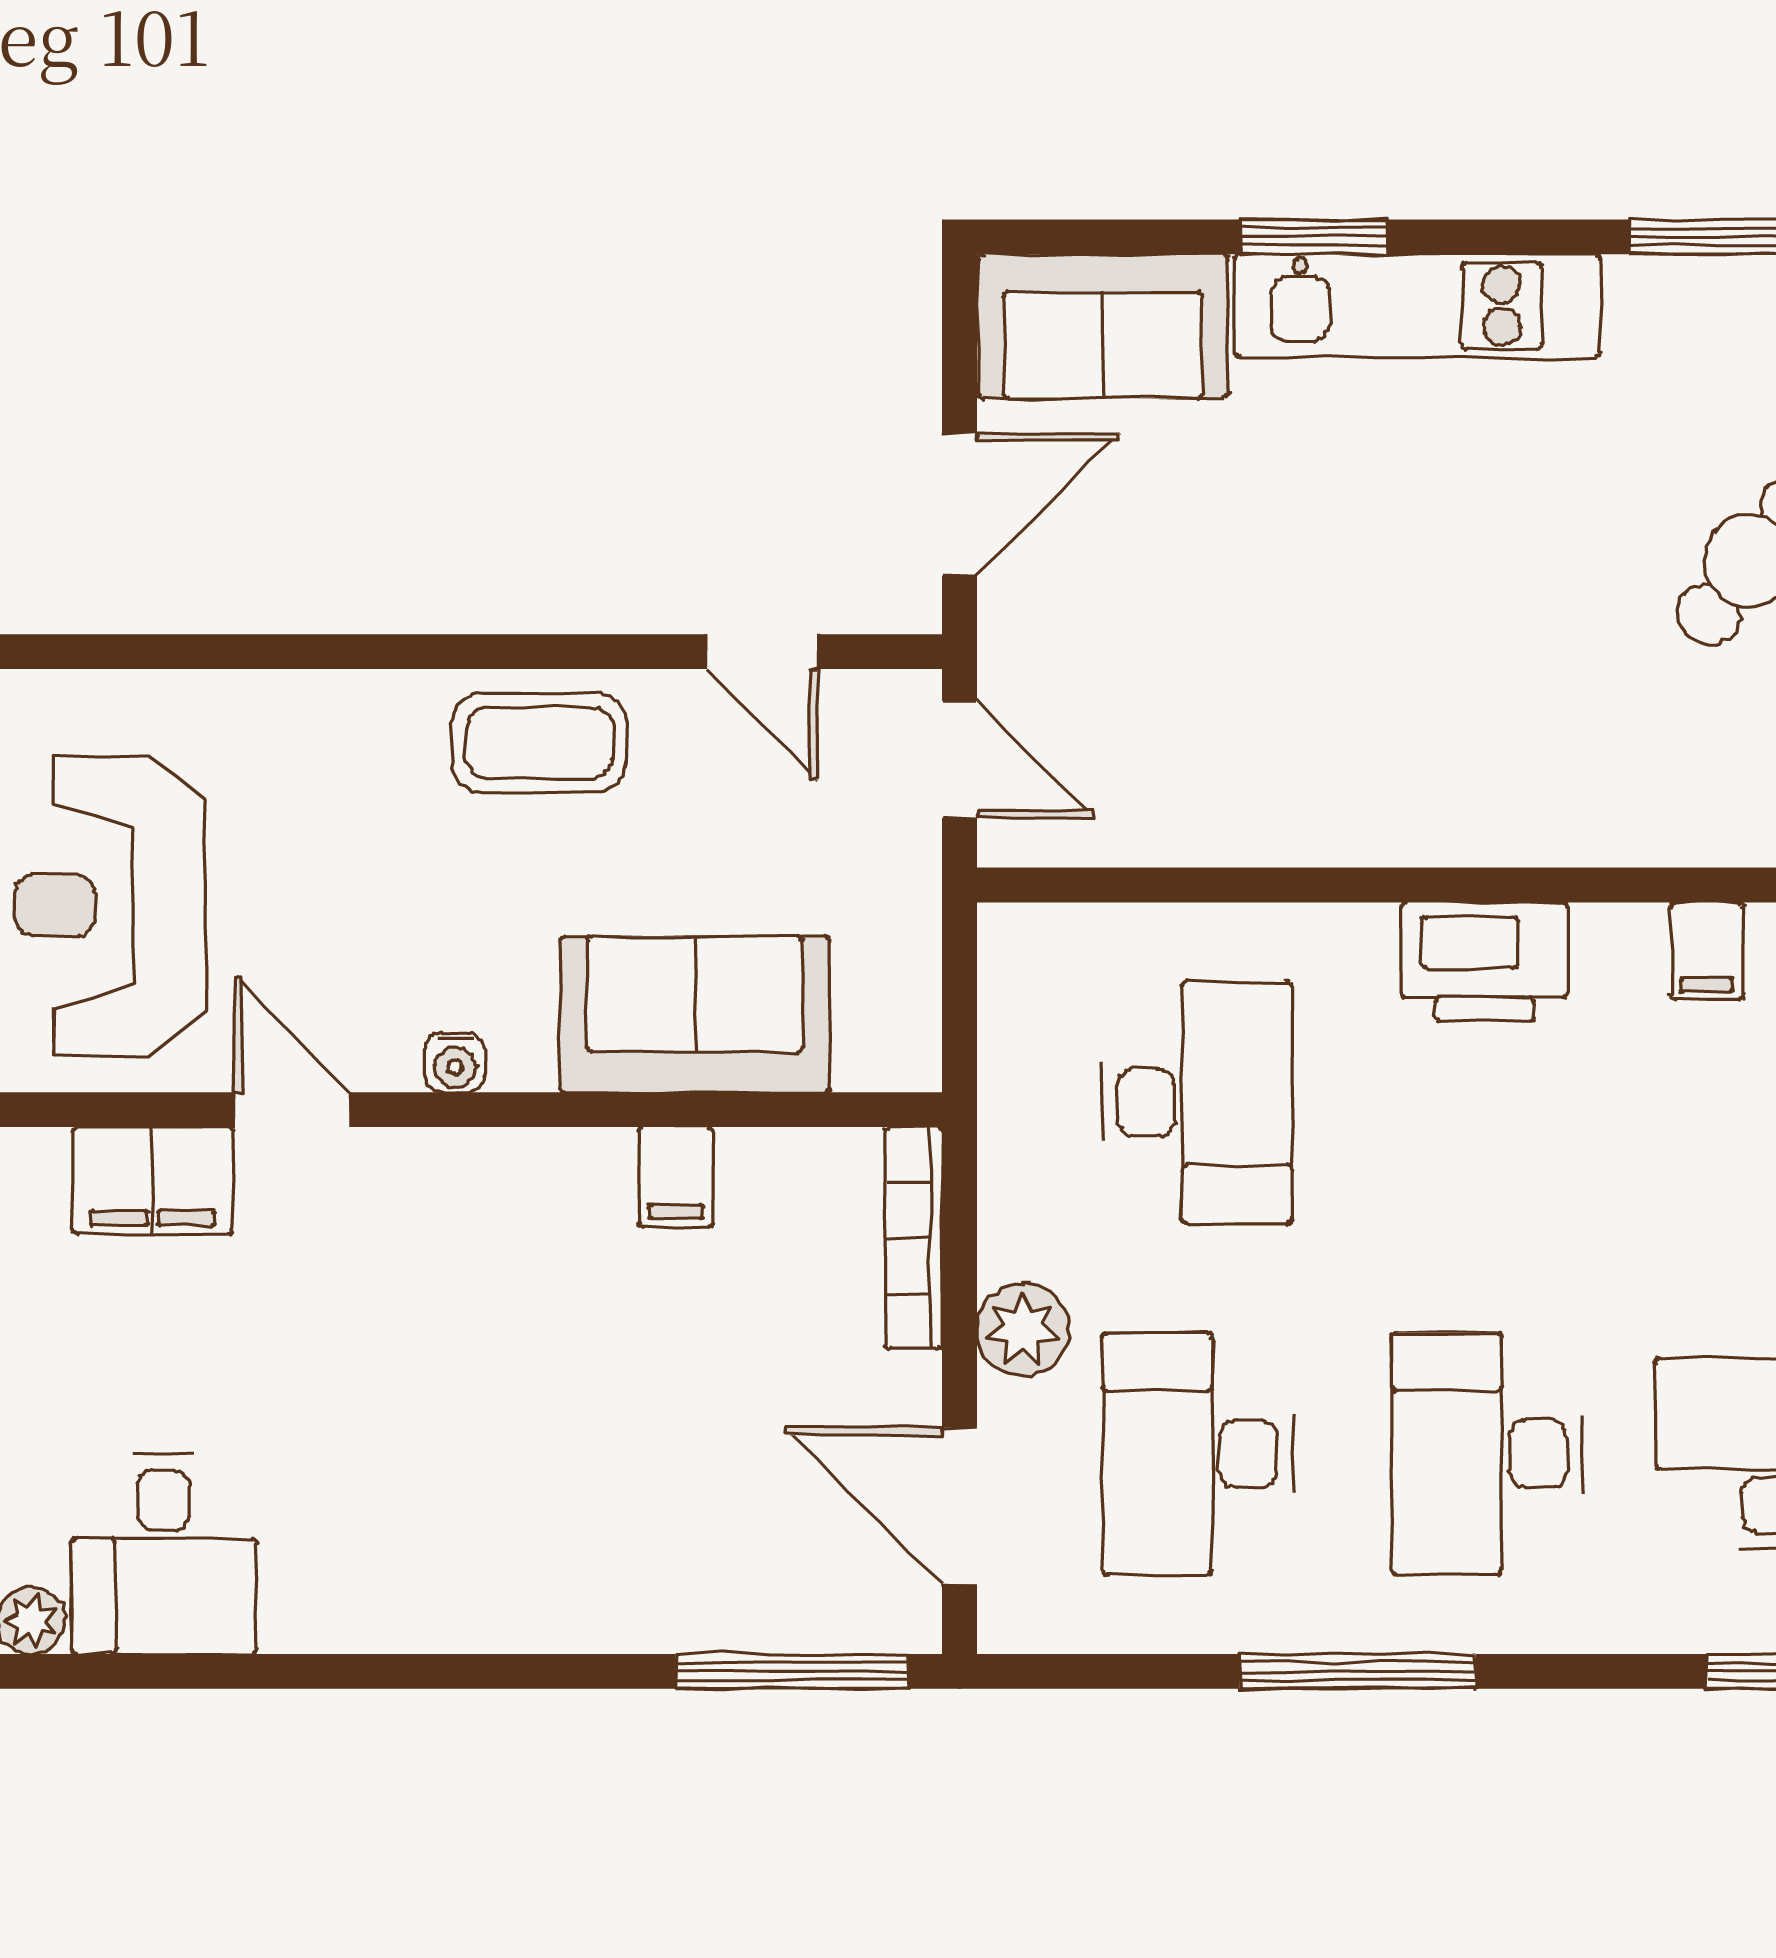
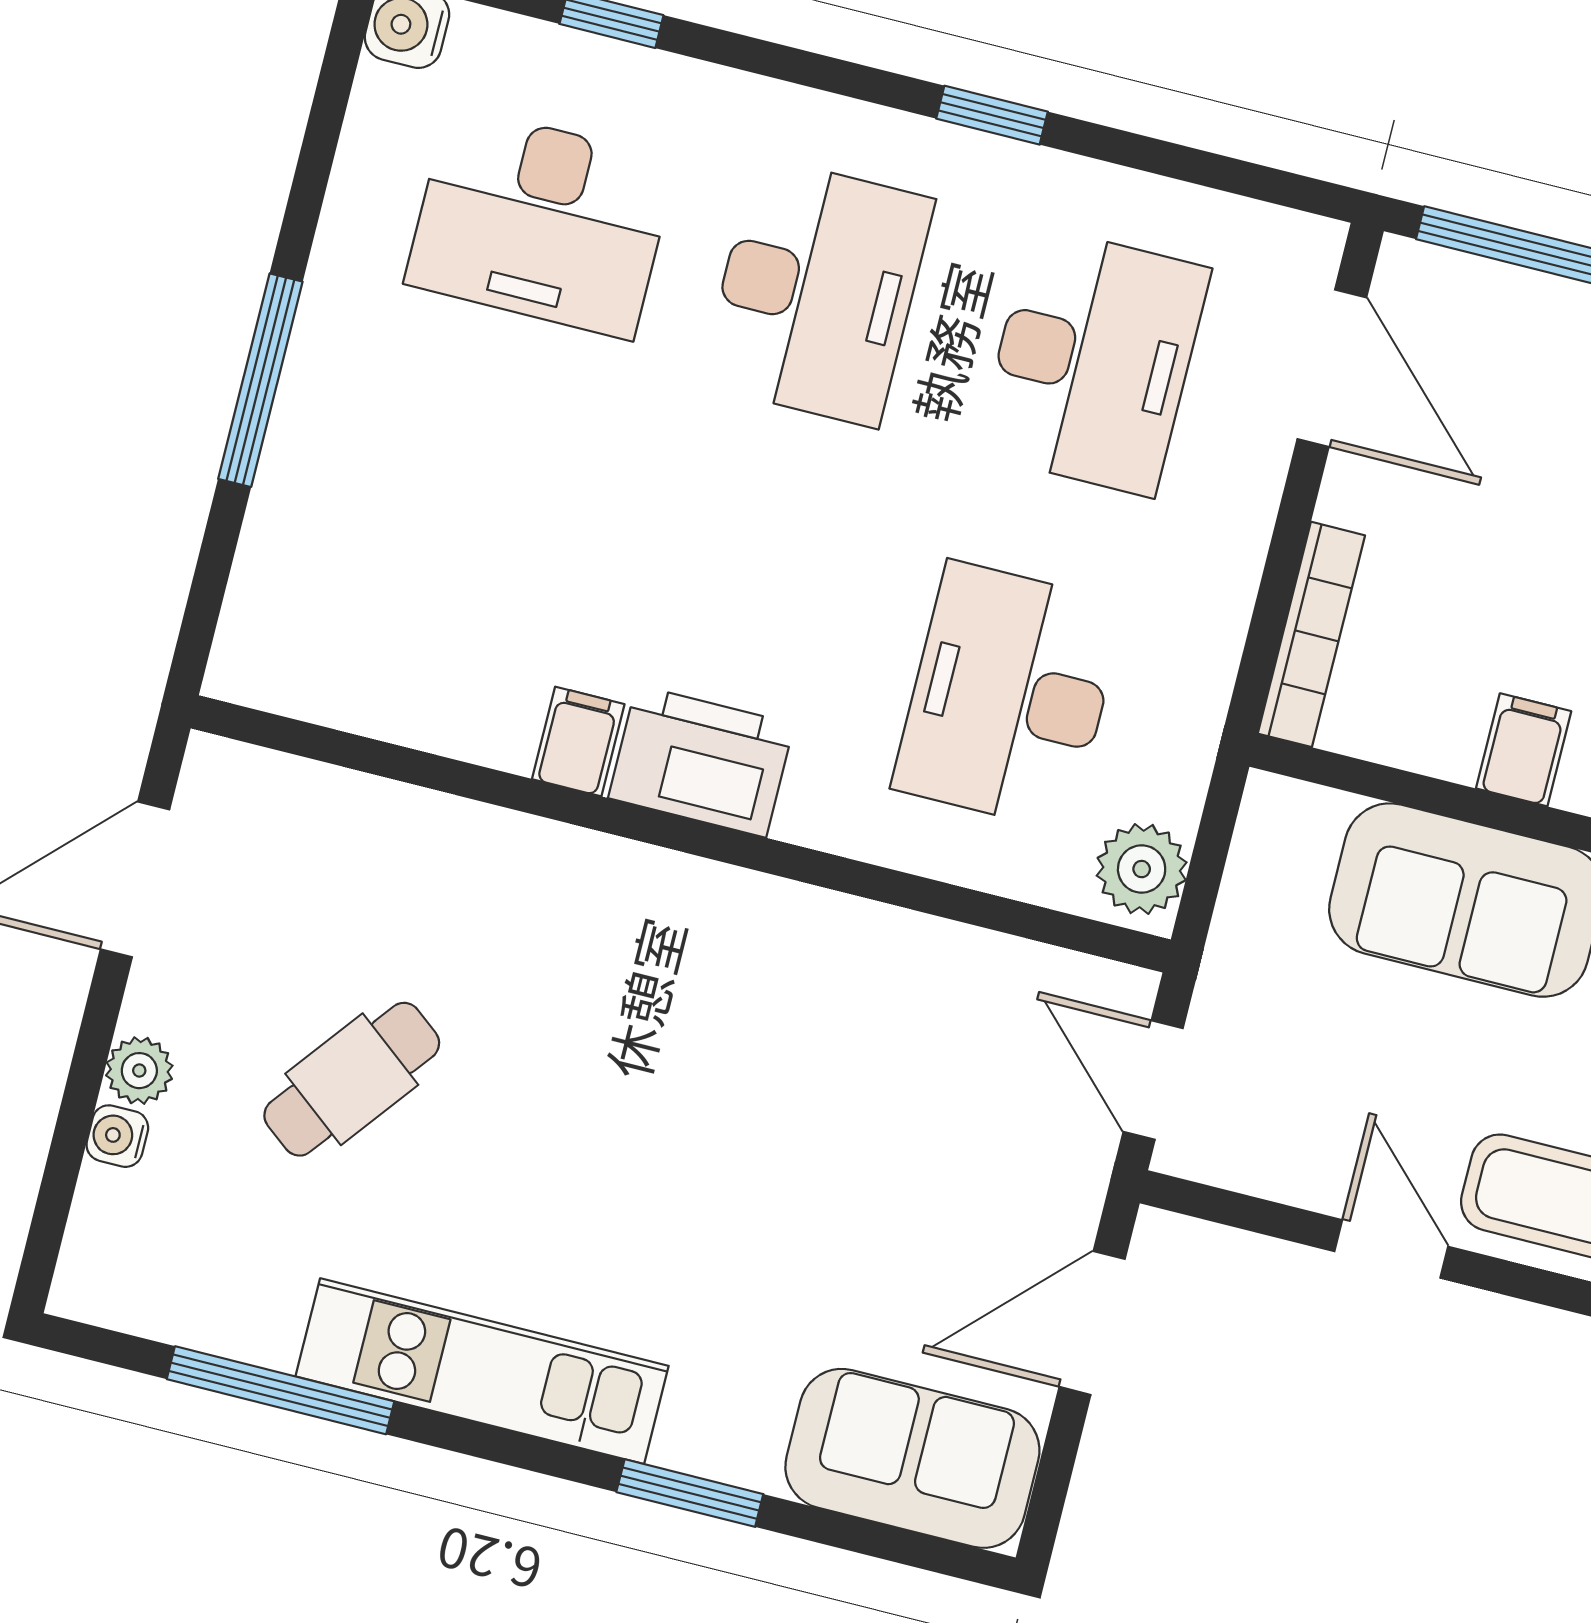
kitchen unit: (1418, 306) -> (482, 1371), moved
door: (762, 652) -> (1391, 1249), moved
filing cabinet: (1707, 951) -> (578, 742), moved
plant: (1023, 1330) -> (1142, 869), moved
window: (1358, 1671) -> (992, 115), width x0.46

